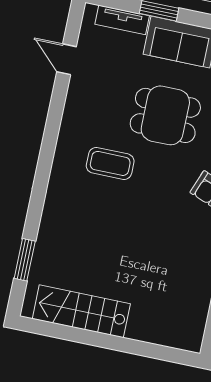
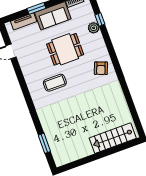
stairs: (81, 311) -> (113, 138), moved

